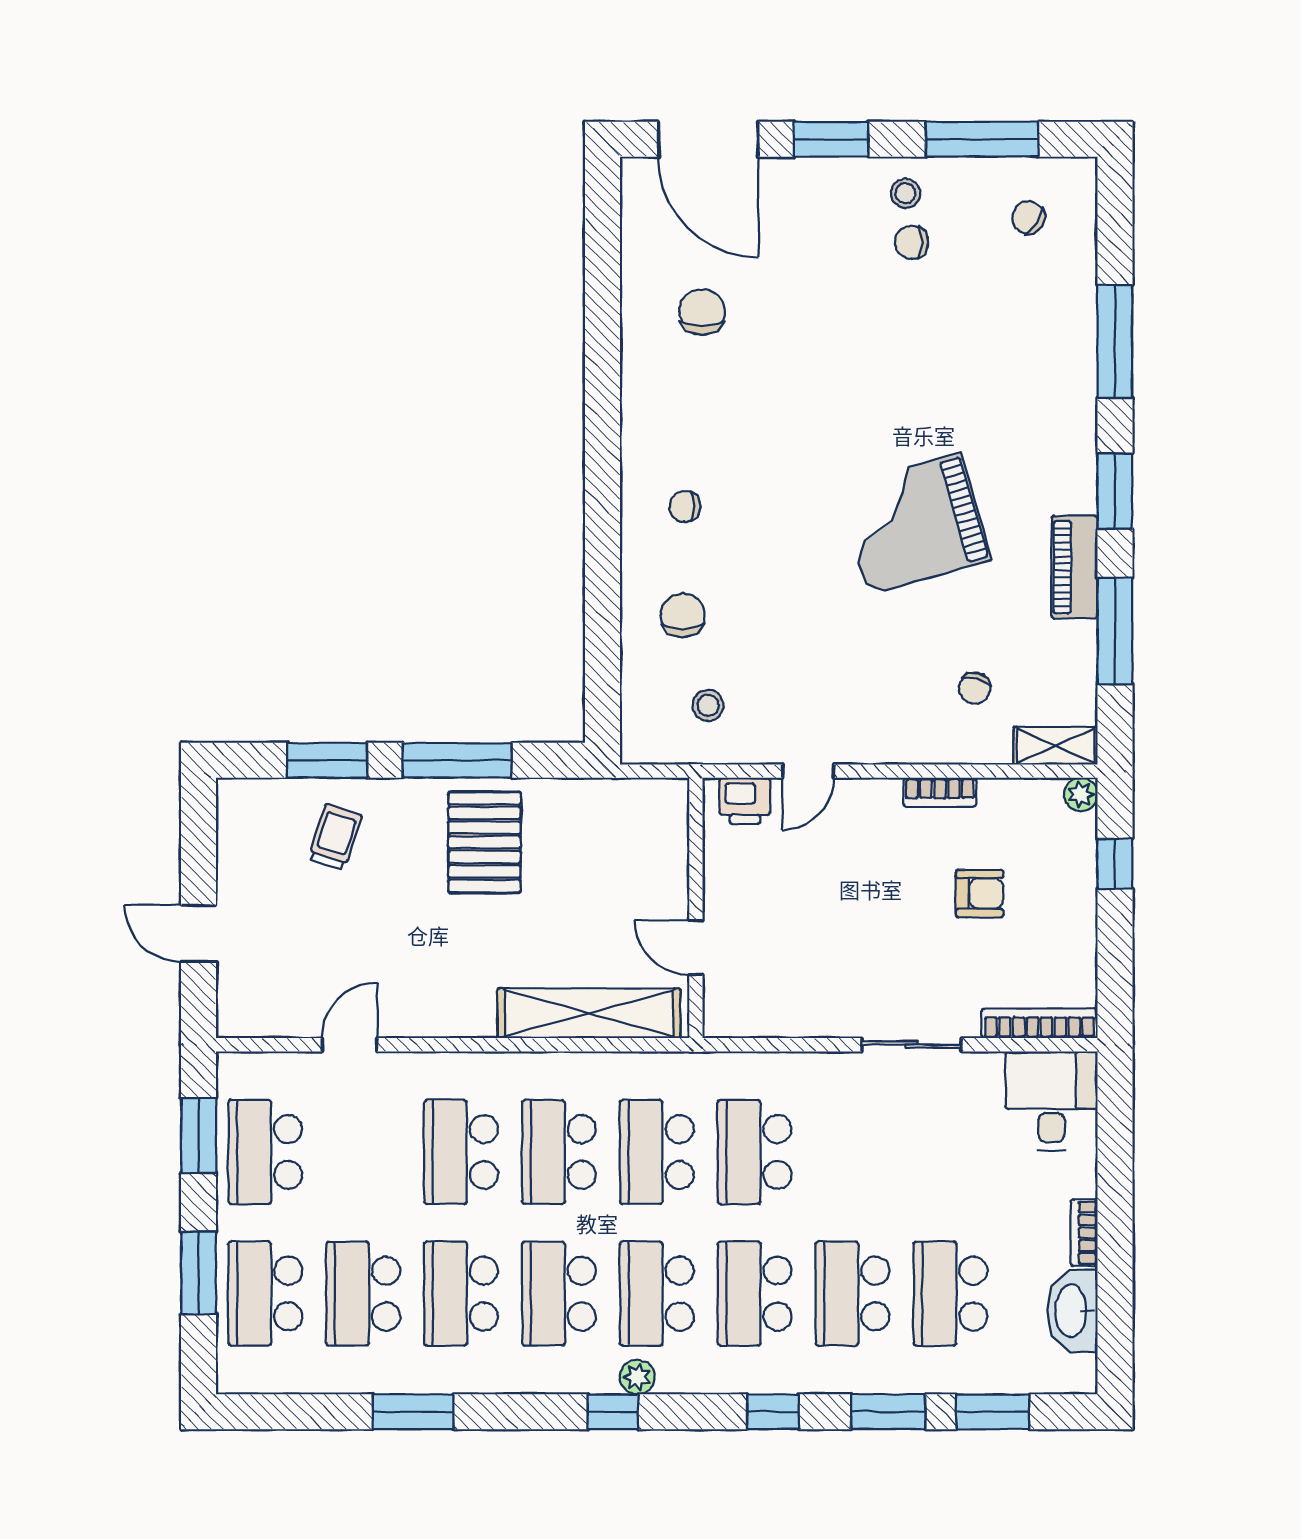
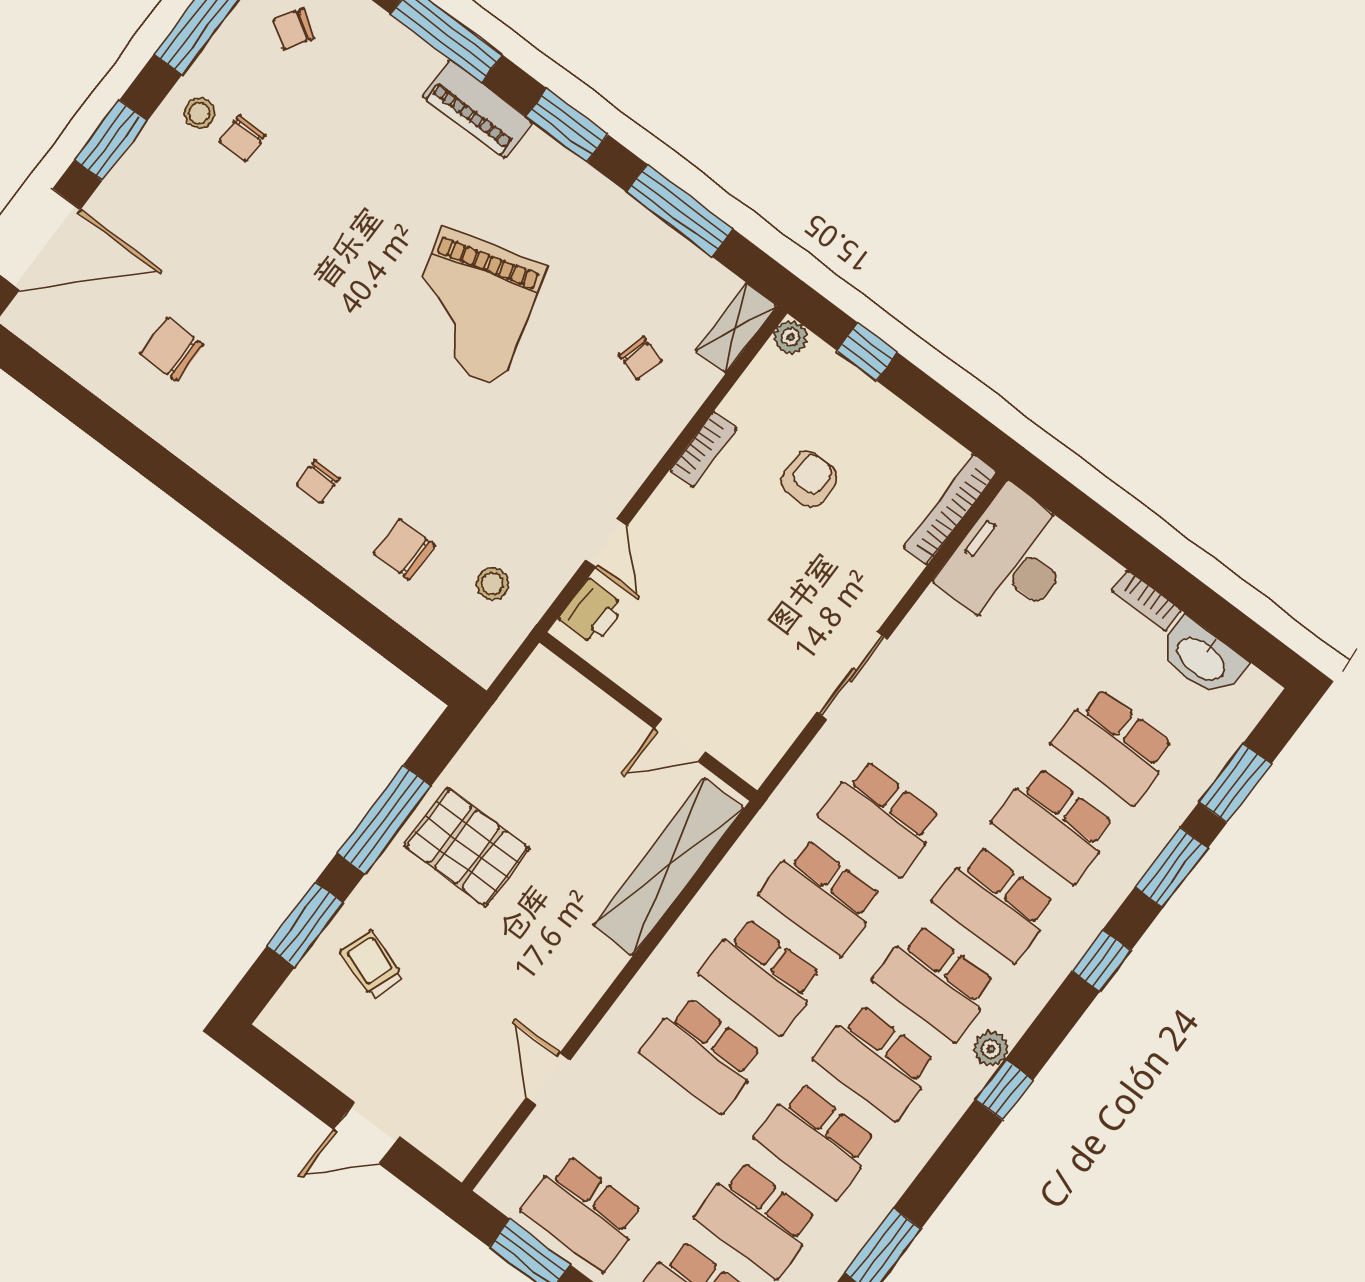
piano: (1075, 567) -> (477, 109), moved
sliding door: (911, 1045) -> (852, 676), moved
desk: (1052, 1101) -> (1010, 561), width x1.37

